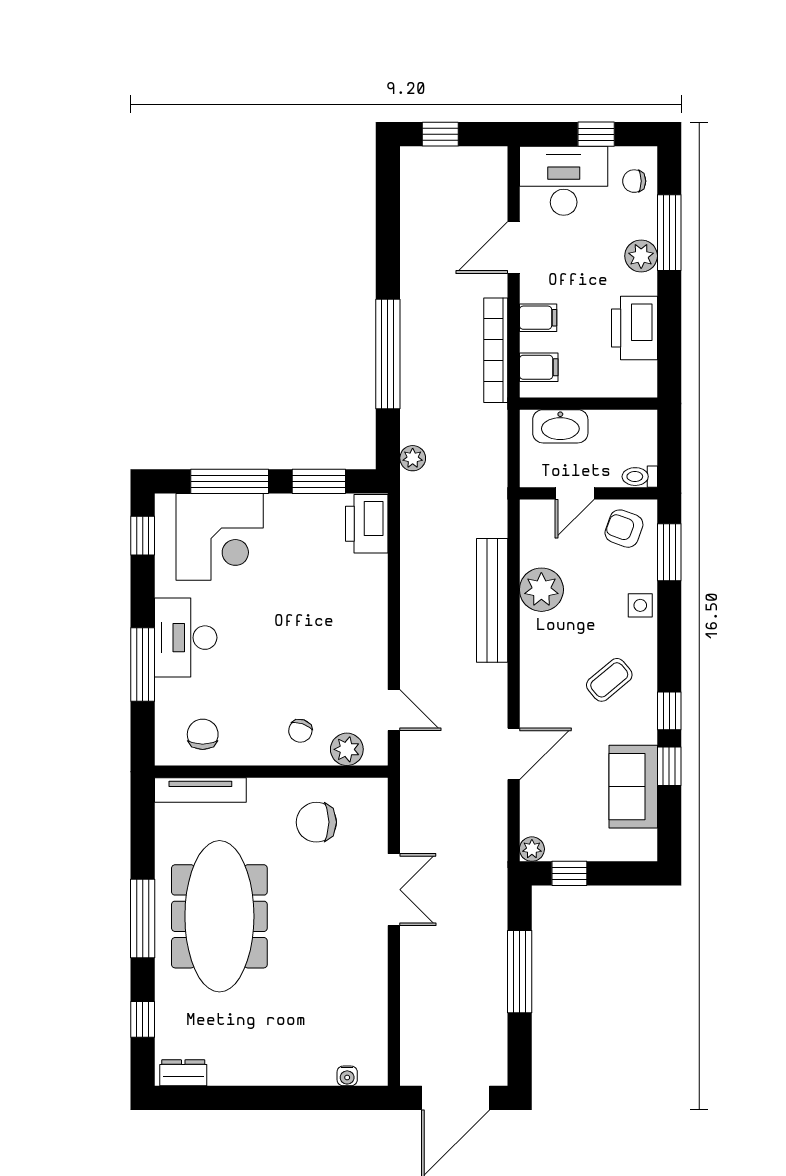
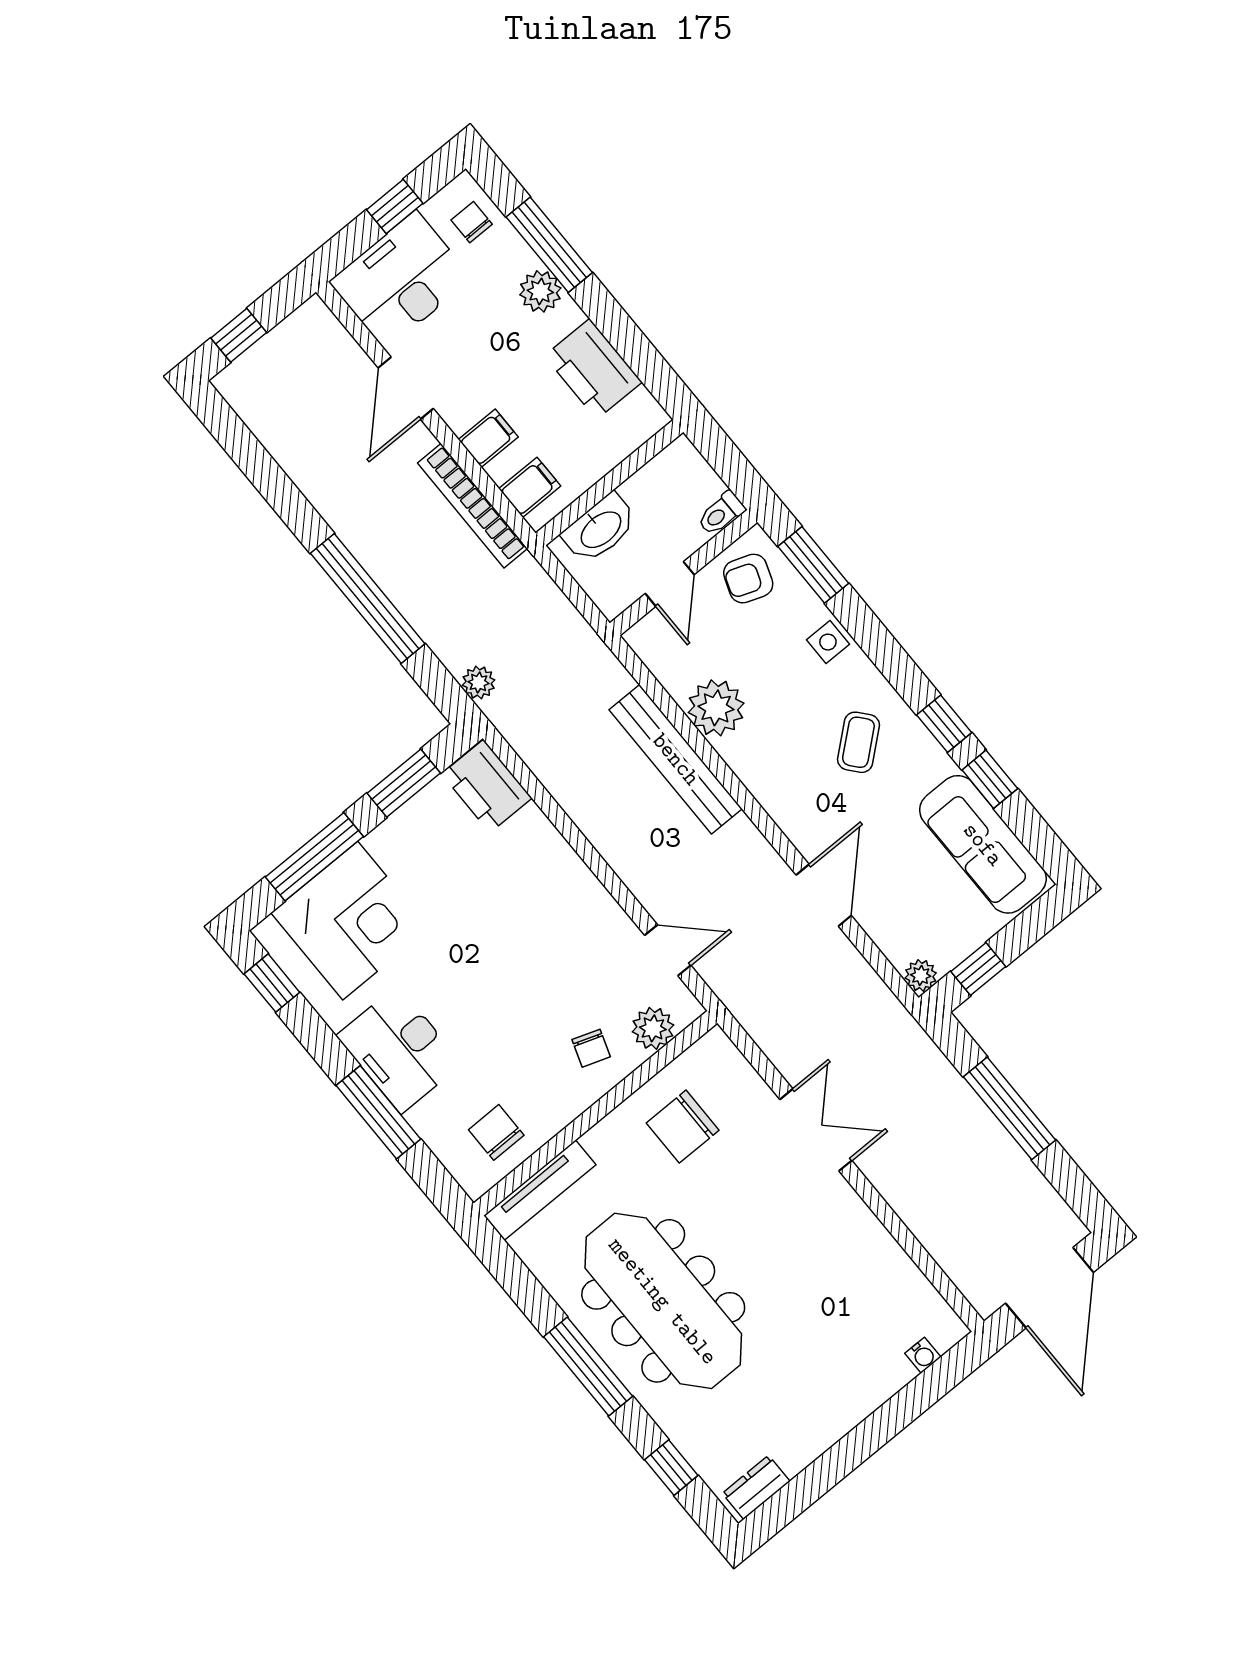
chair: (634, 181) -> (472, 222), turned 90
sofa: (633, 787) -> (983, 844), width x1.36

